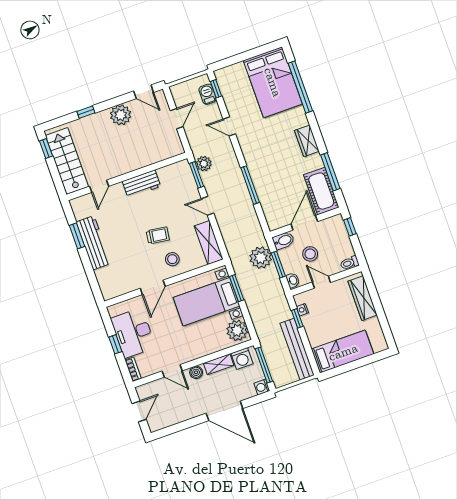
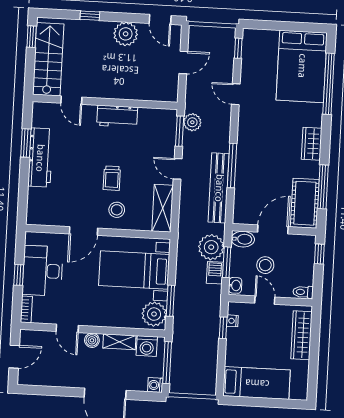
barbecue: (208, 94) -> (215, 273), moved
door: (99, 186) -> (71, 100), hinge flipped
trolley: (158, 235) -> (112, 178), turned 82
window: (237, 288) -> (170, 301), moved
bench: (297, 349) -> (219, 188), moved

